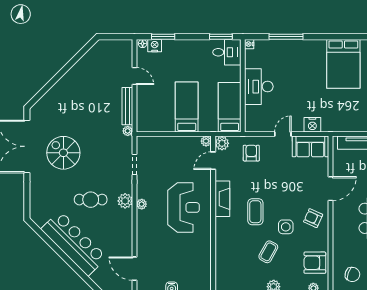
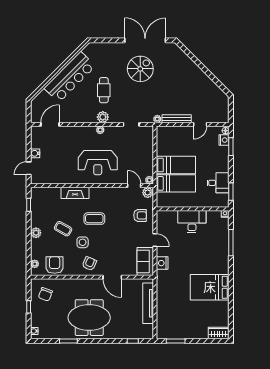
desk: (227, 52) -> (218, 183), moved, turned -90
bed: (230, 107) -> (176, 183), moved
fireplace: (222, 199) -> (75, 193), moved

